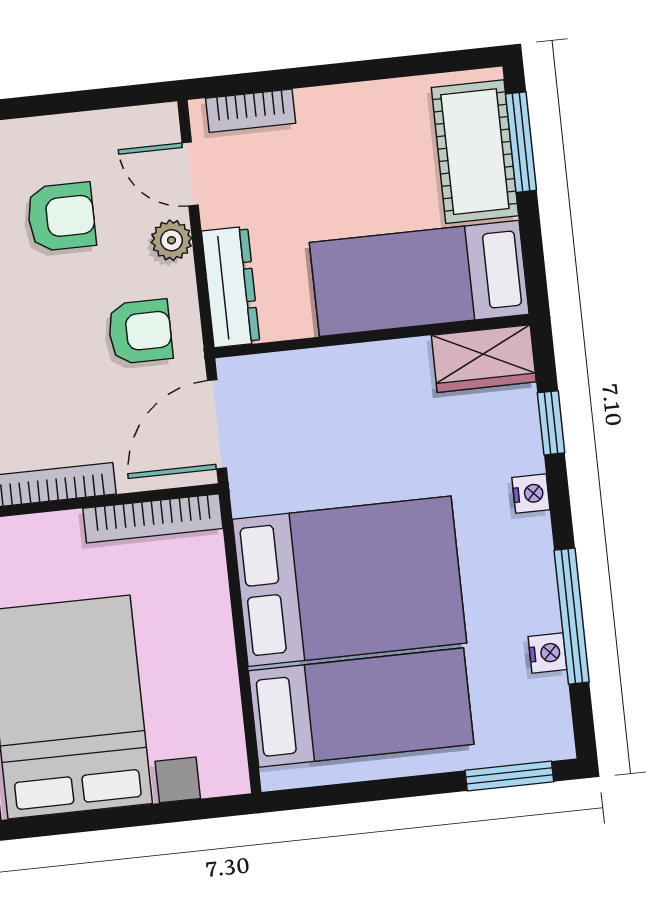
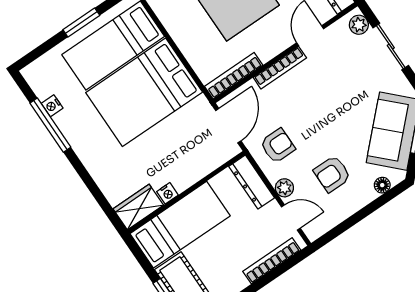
bookcase: (251, 111) -> (272, 261), width x1.56
armchair: (140, 332) -> (278, 146), turned 180
window: (551, 423) -> (99, 196), removed
nightstand: (531, 494) -> (167, 193), moved, turned -90
window: (509, 776) -> (81, 23), moved

